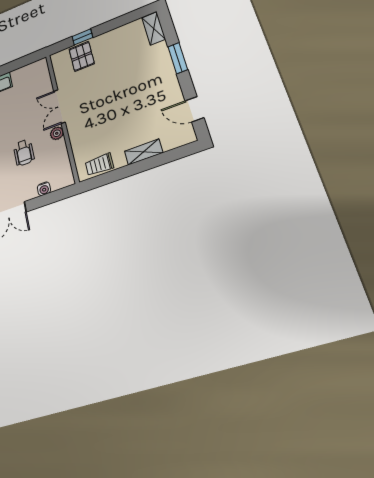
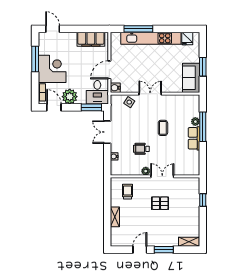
pallet: (82, 56) -> (160, 203), moved
door: (194, 109) -> (140, 250), moved
trolley: (99, 165) -> (128, 192), moved

